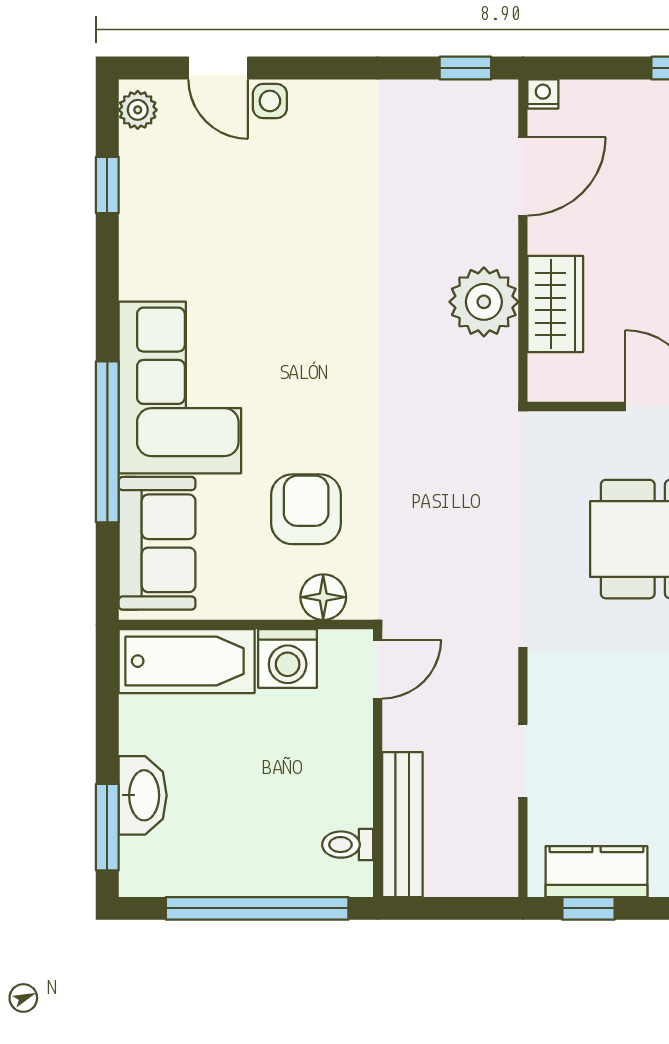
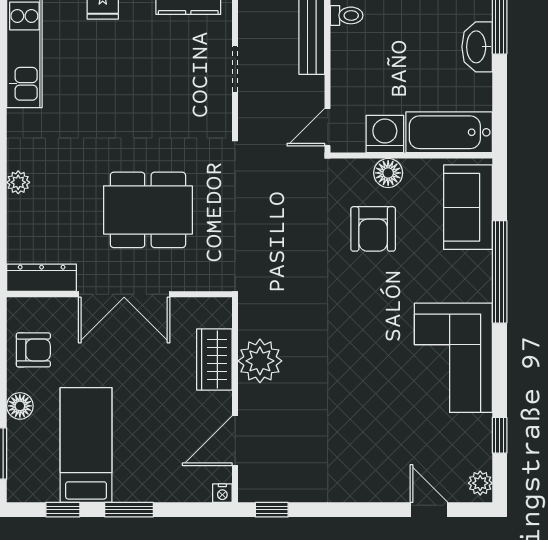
side table: (270, 101) -> (396, 489), removed
corner sofa: (180, 387) -> (453, 358), moved
floor lamp: (323, 597) -> (388, 173), moved

